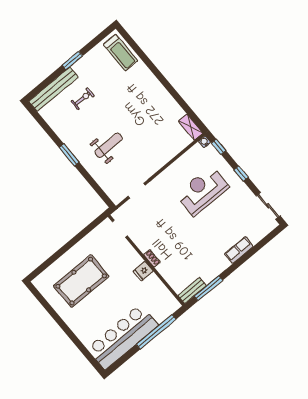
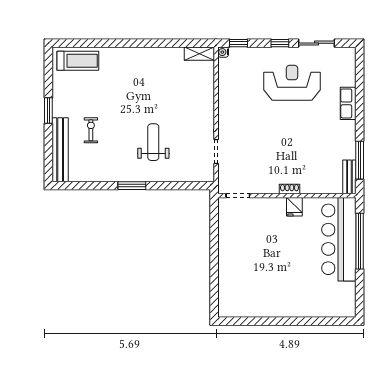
reception desk: (202, 191) -> (292, 83), moved, turned 90
sliding door: (268, 206) -> (316, 43), moved
pool table: (81, 281) -> (256, 271), removed
bar counter: (123, 337) -> (339, 239), moved

